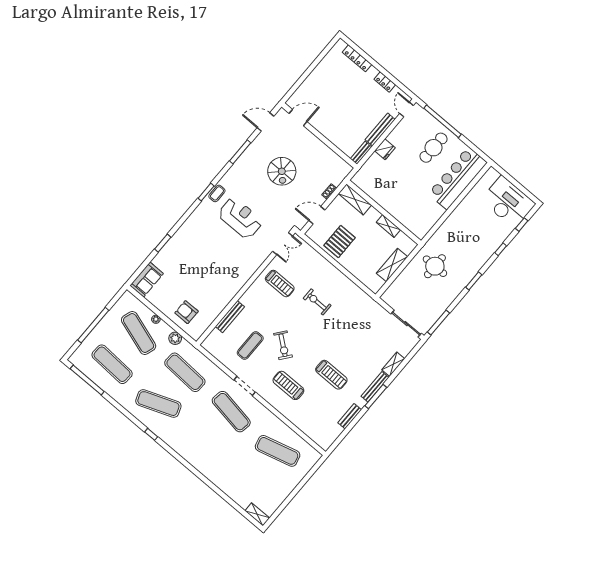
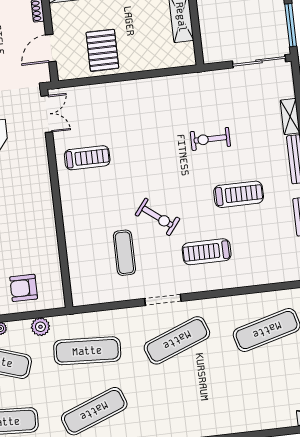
exercise bike: (317, 302) -> (210, 139), moved
bench: (230, 317) -> (72, 245), removed
exercise mat: (231, 412) -> (177, 340), turned -30

